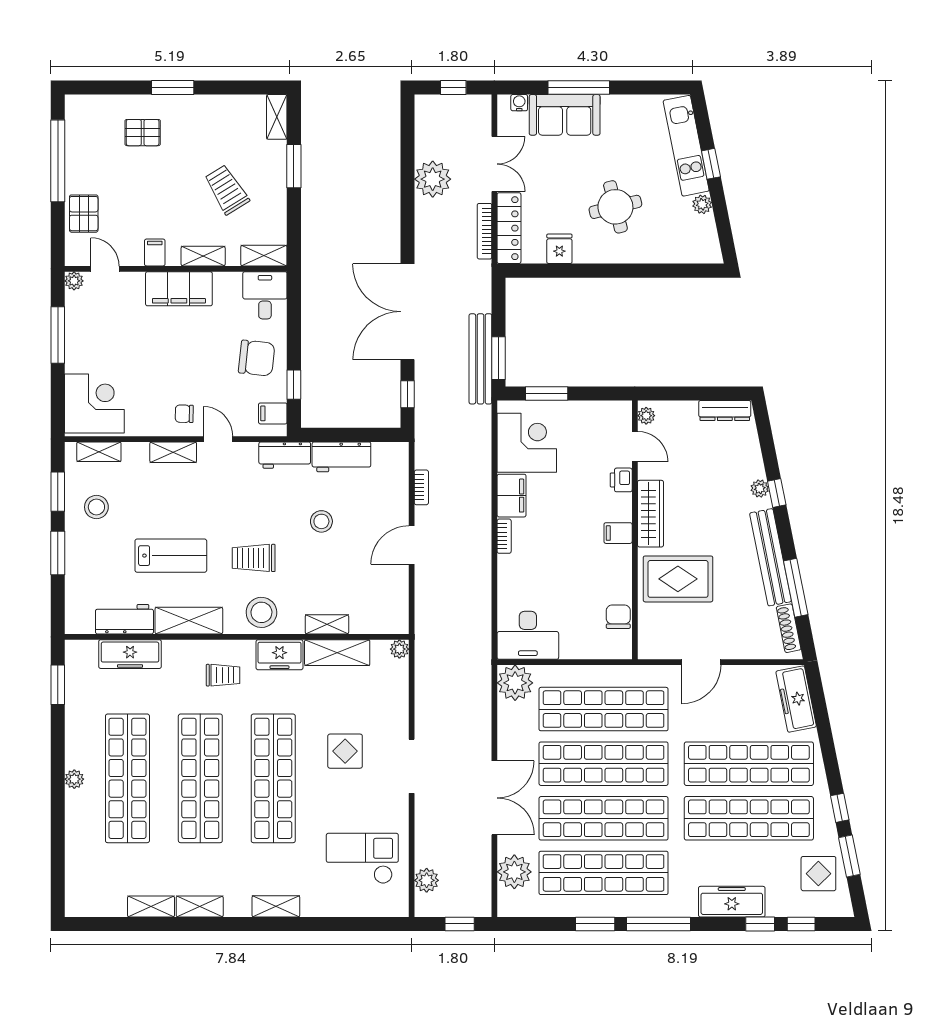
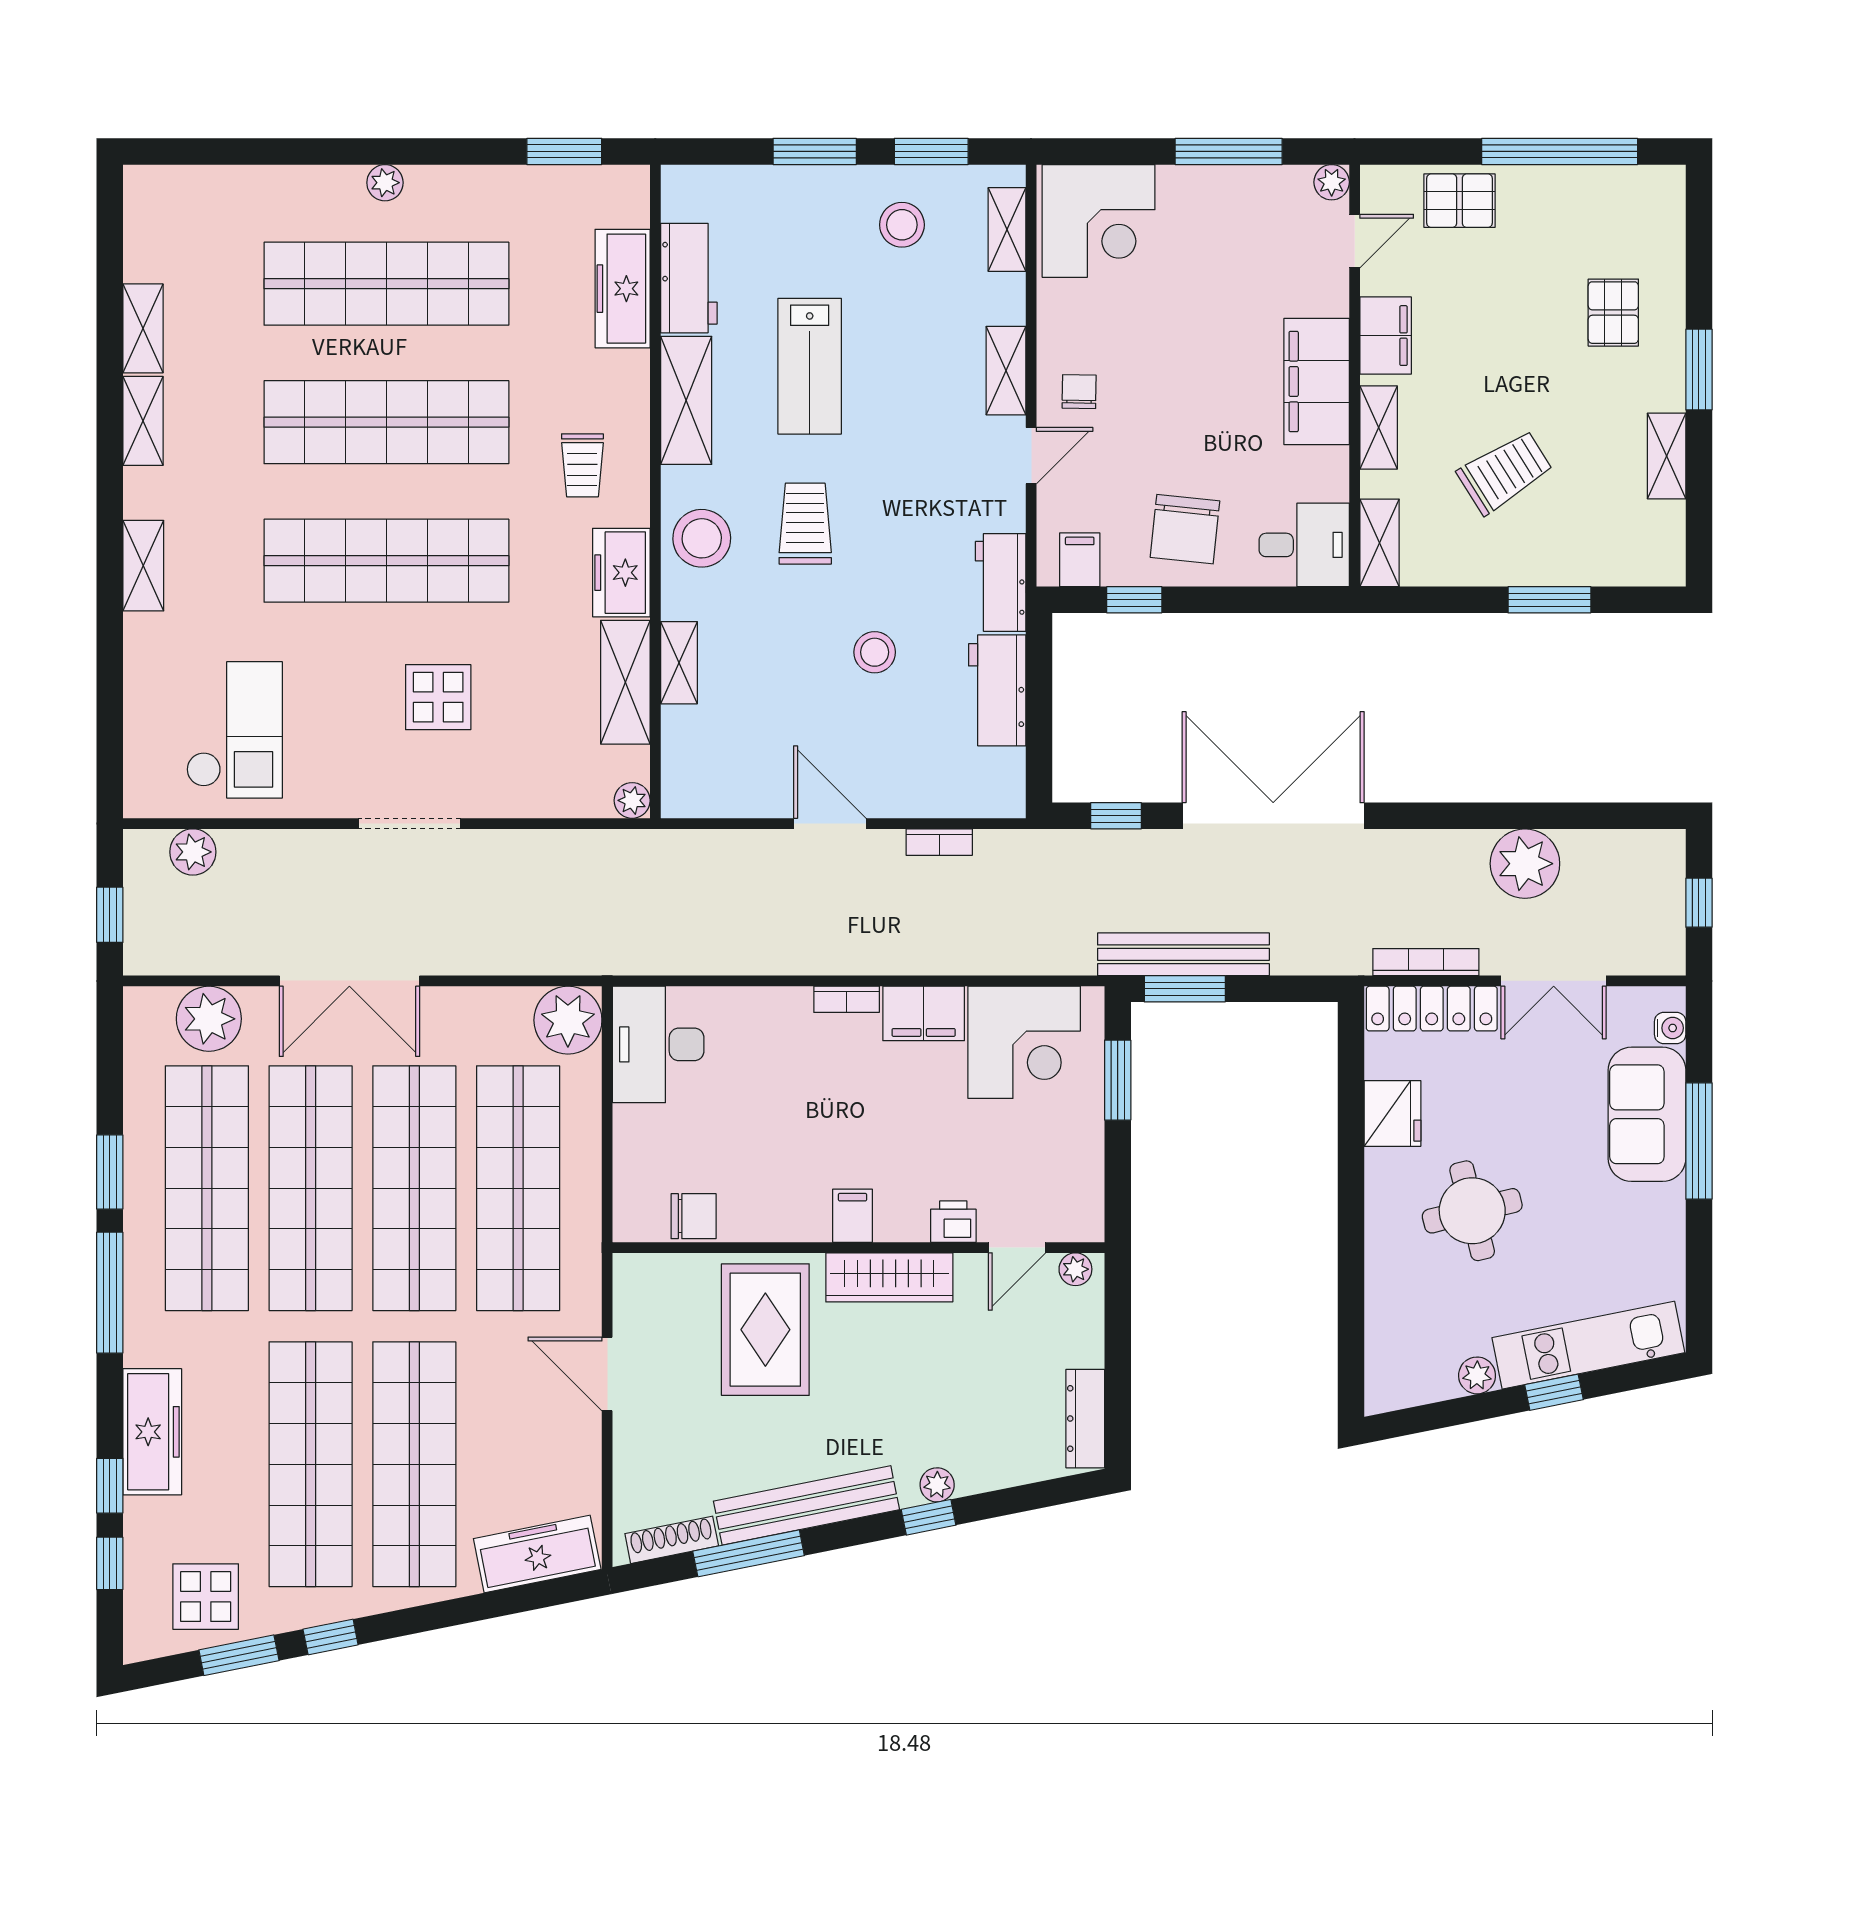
shelving: (277, 117) -> (1667, 456), moved, turned 90
fridge: (559, 249) -> (1392, 1113), width x1.38
filing cabinet: (155, 252) -> (1386, 336), width x2.00

